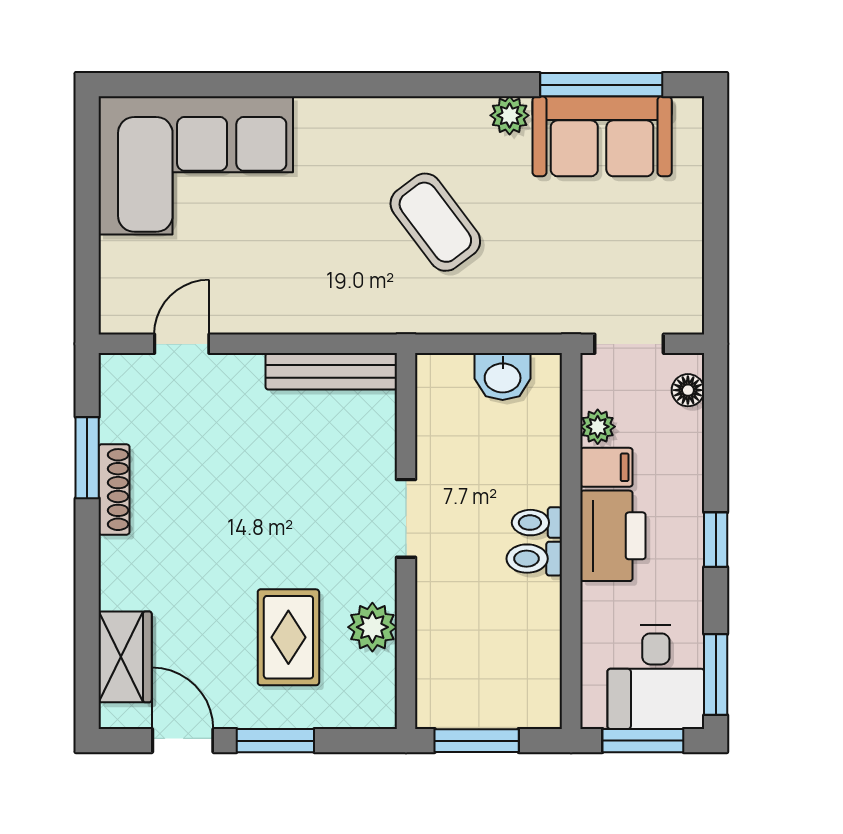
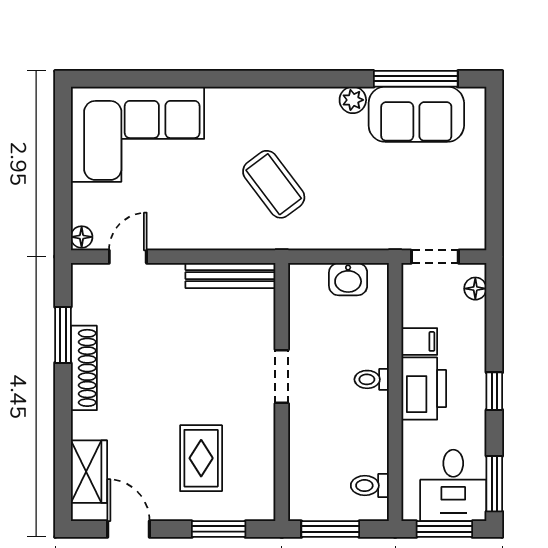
coffee table: (435, 222) -> (274, 184), moved
floor lamp: (114, 315) -> (82, 237), added
plant: (598, 427) -> (413, 314), removed
shoe rack: (114, 490) -> (84, 368), width x1.36, depth x1.24
toilet: (534, 559) -> (370, 486), moved
plant: (372, 627) -> (259, 451), removed
window: (275, 741) -> (219, 529), moved

